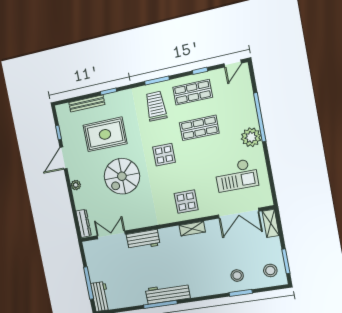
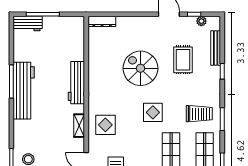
rug: (105, 134) -> (183, 60), width x0.73, depth x0.70
plant: (76, 185) -> (201, 21), moved
double door: (111, 235) -> (86, 47), removed
workbench: (143, 240) -> (76, 83), width x1.38
workbench: (168, 293) -> (24, 91), width x1.36, depth x1.32

